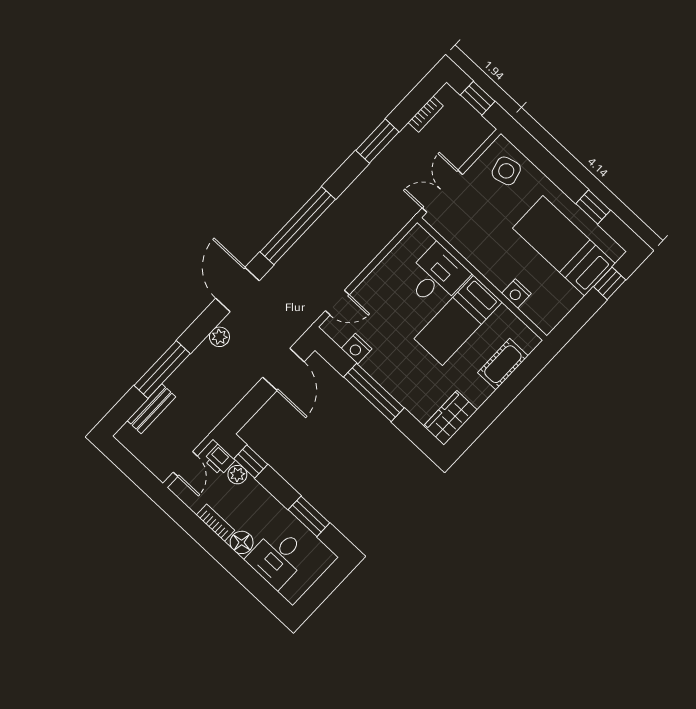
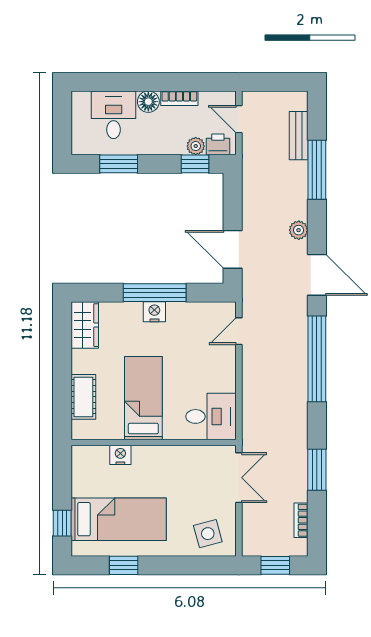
desk: (437, 276) -> (211, 416), moved, turned -90
nightstand: (357, 349) -> (154, 312), moved

